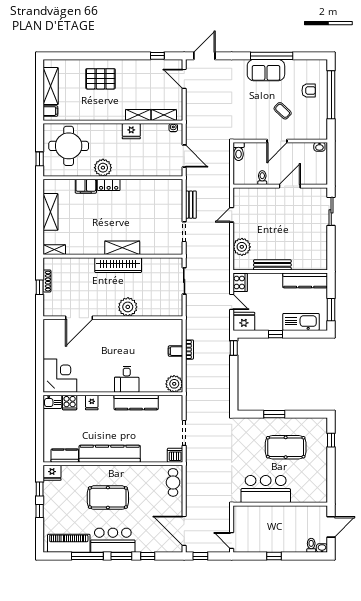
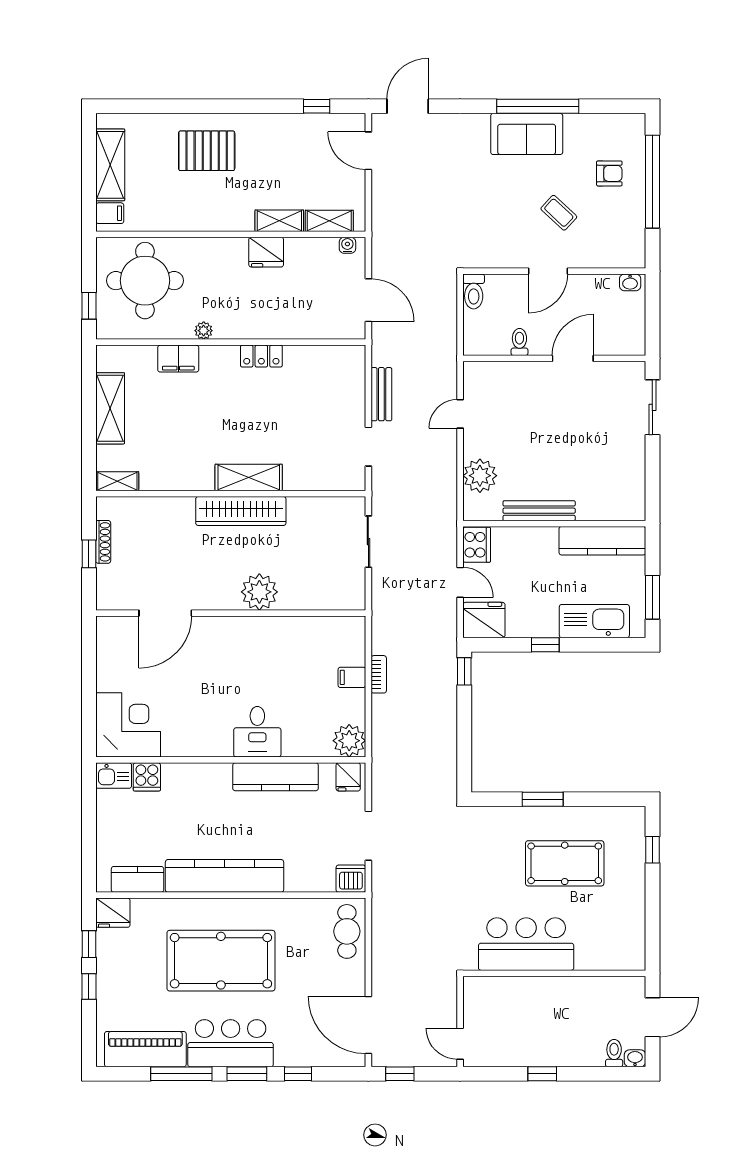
plant: (103, 168) -> (204, 331), width x0.53, depth x0.53
locker: (109, 185) -> (261, 356), moved
fridge: (92, 403) -> (348, 777), moved
pool table: (108, 498) -> (221, 961), width x1.36, depth x1.32

